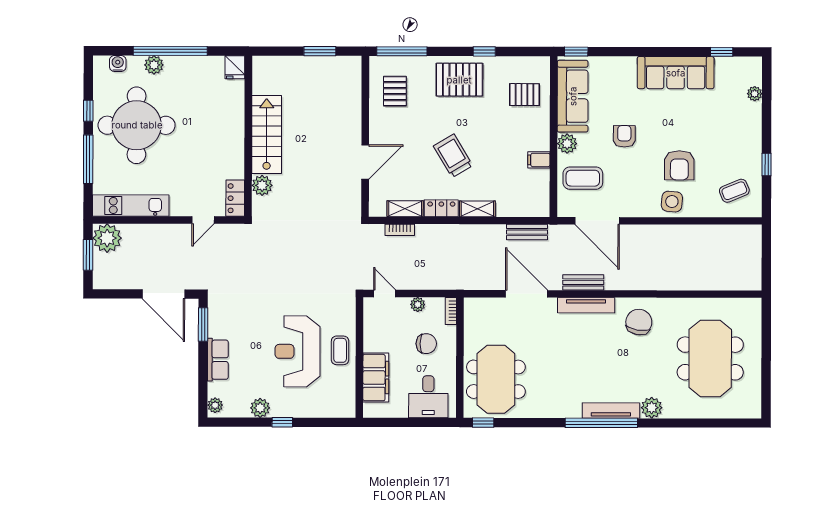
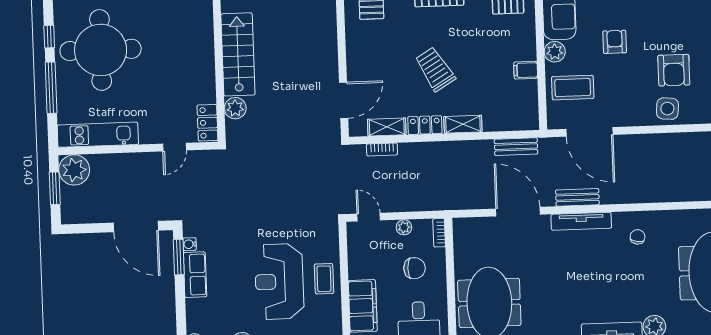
door: (365, 162) -> (344, 100), moved
water cooler: (214, 313) -> (190, 244), added
chair: (639, 322) -> (638, 237), width x0.54, depth x0.54
row of seats: (218, 360) -> (195, 275), moved

